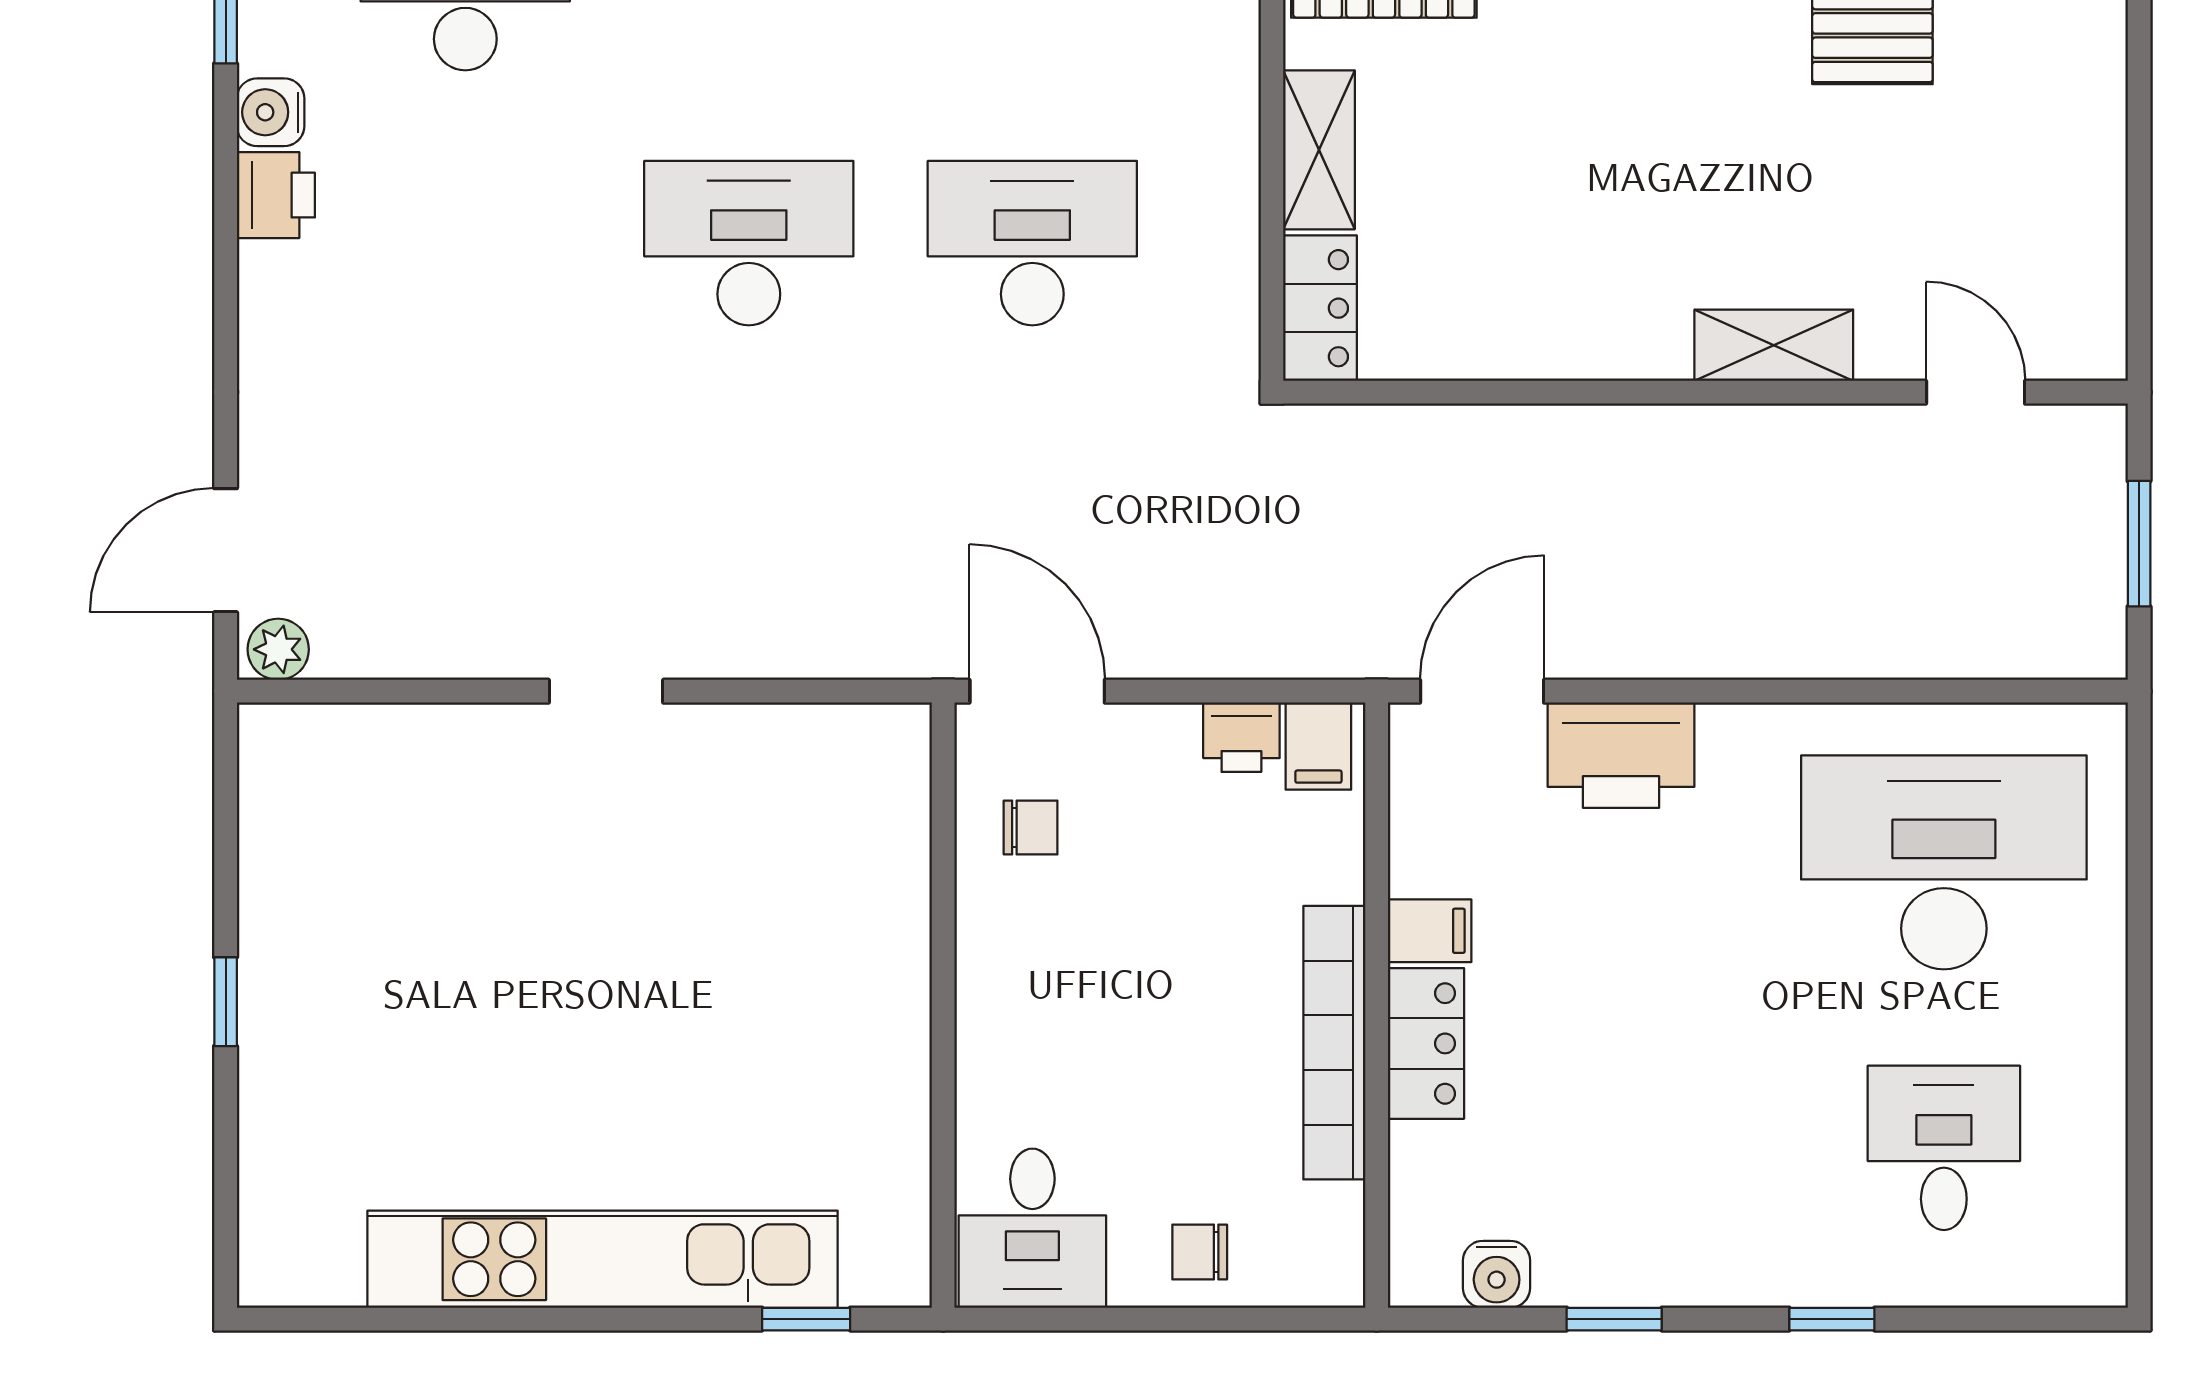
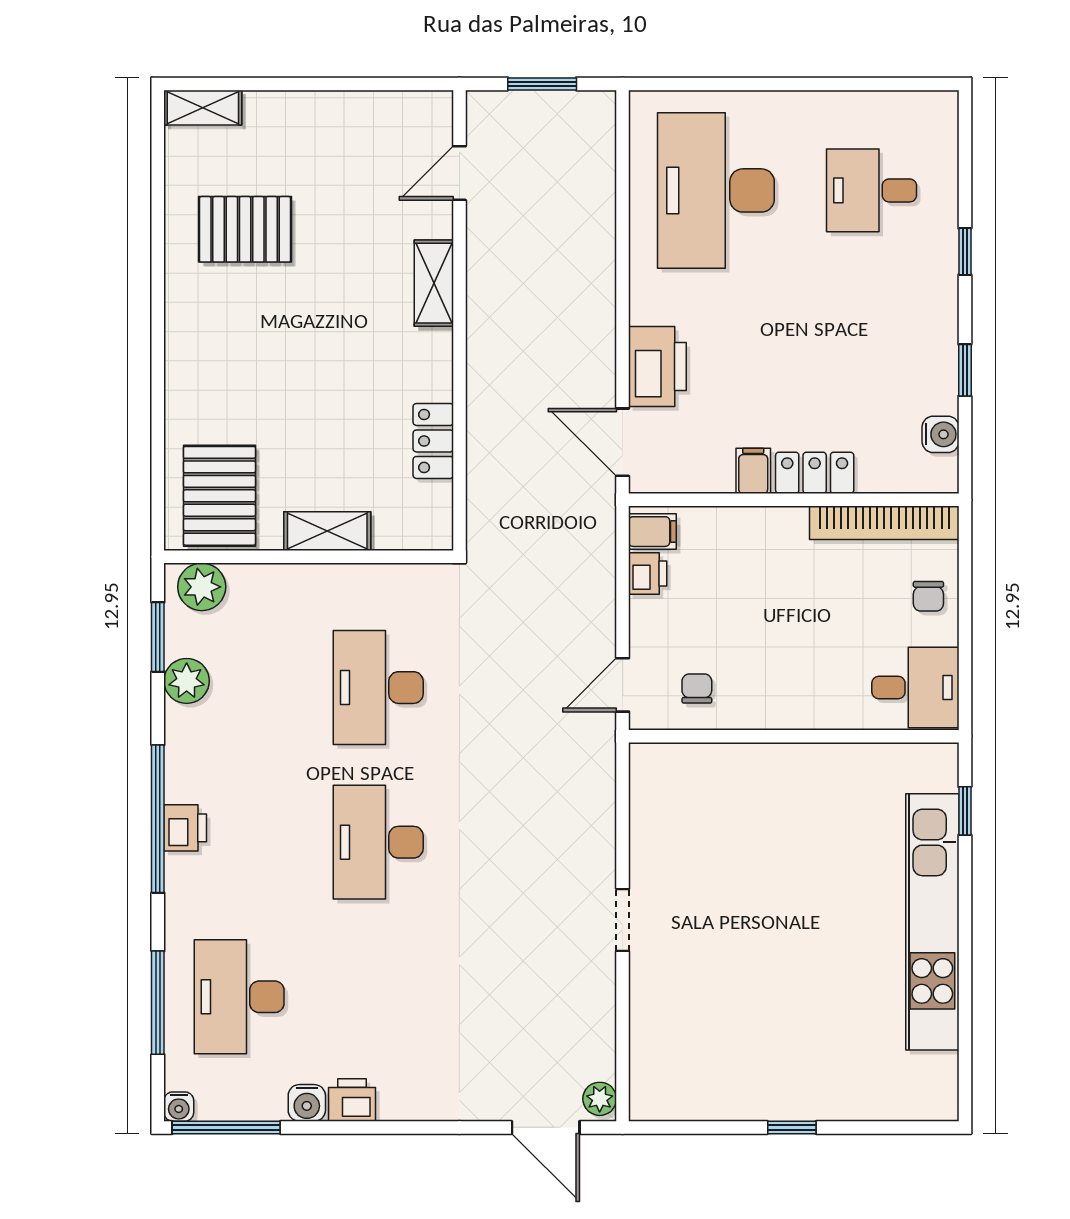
locker: (1320, 308) -> (433, 441), moved, turned -90
door: (1037, 691) -> (623, 685), width x0.73
bookcase: (1334, 1043) -> (884, 523), moved

